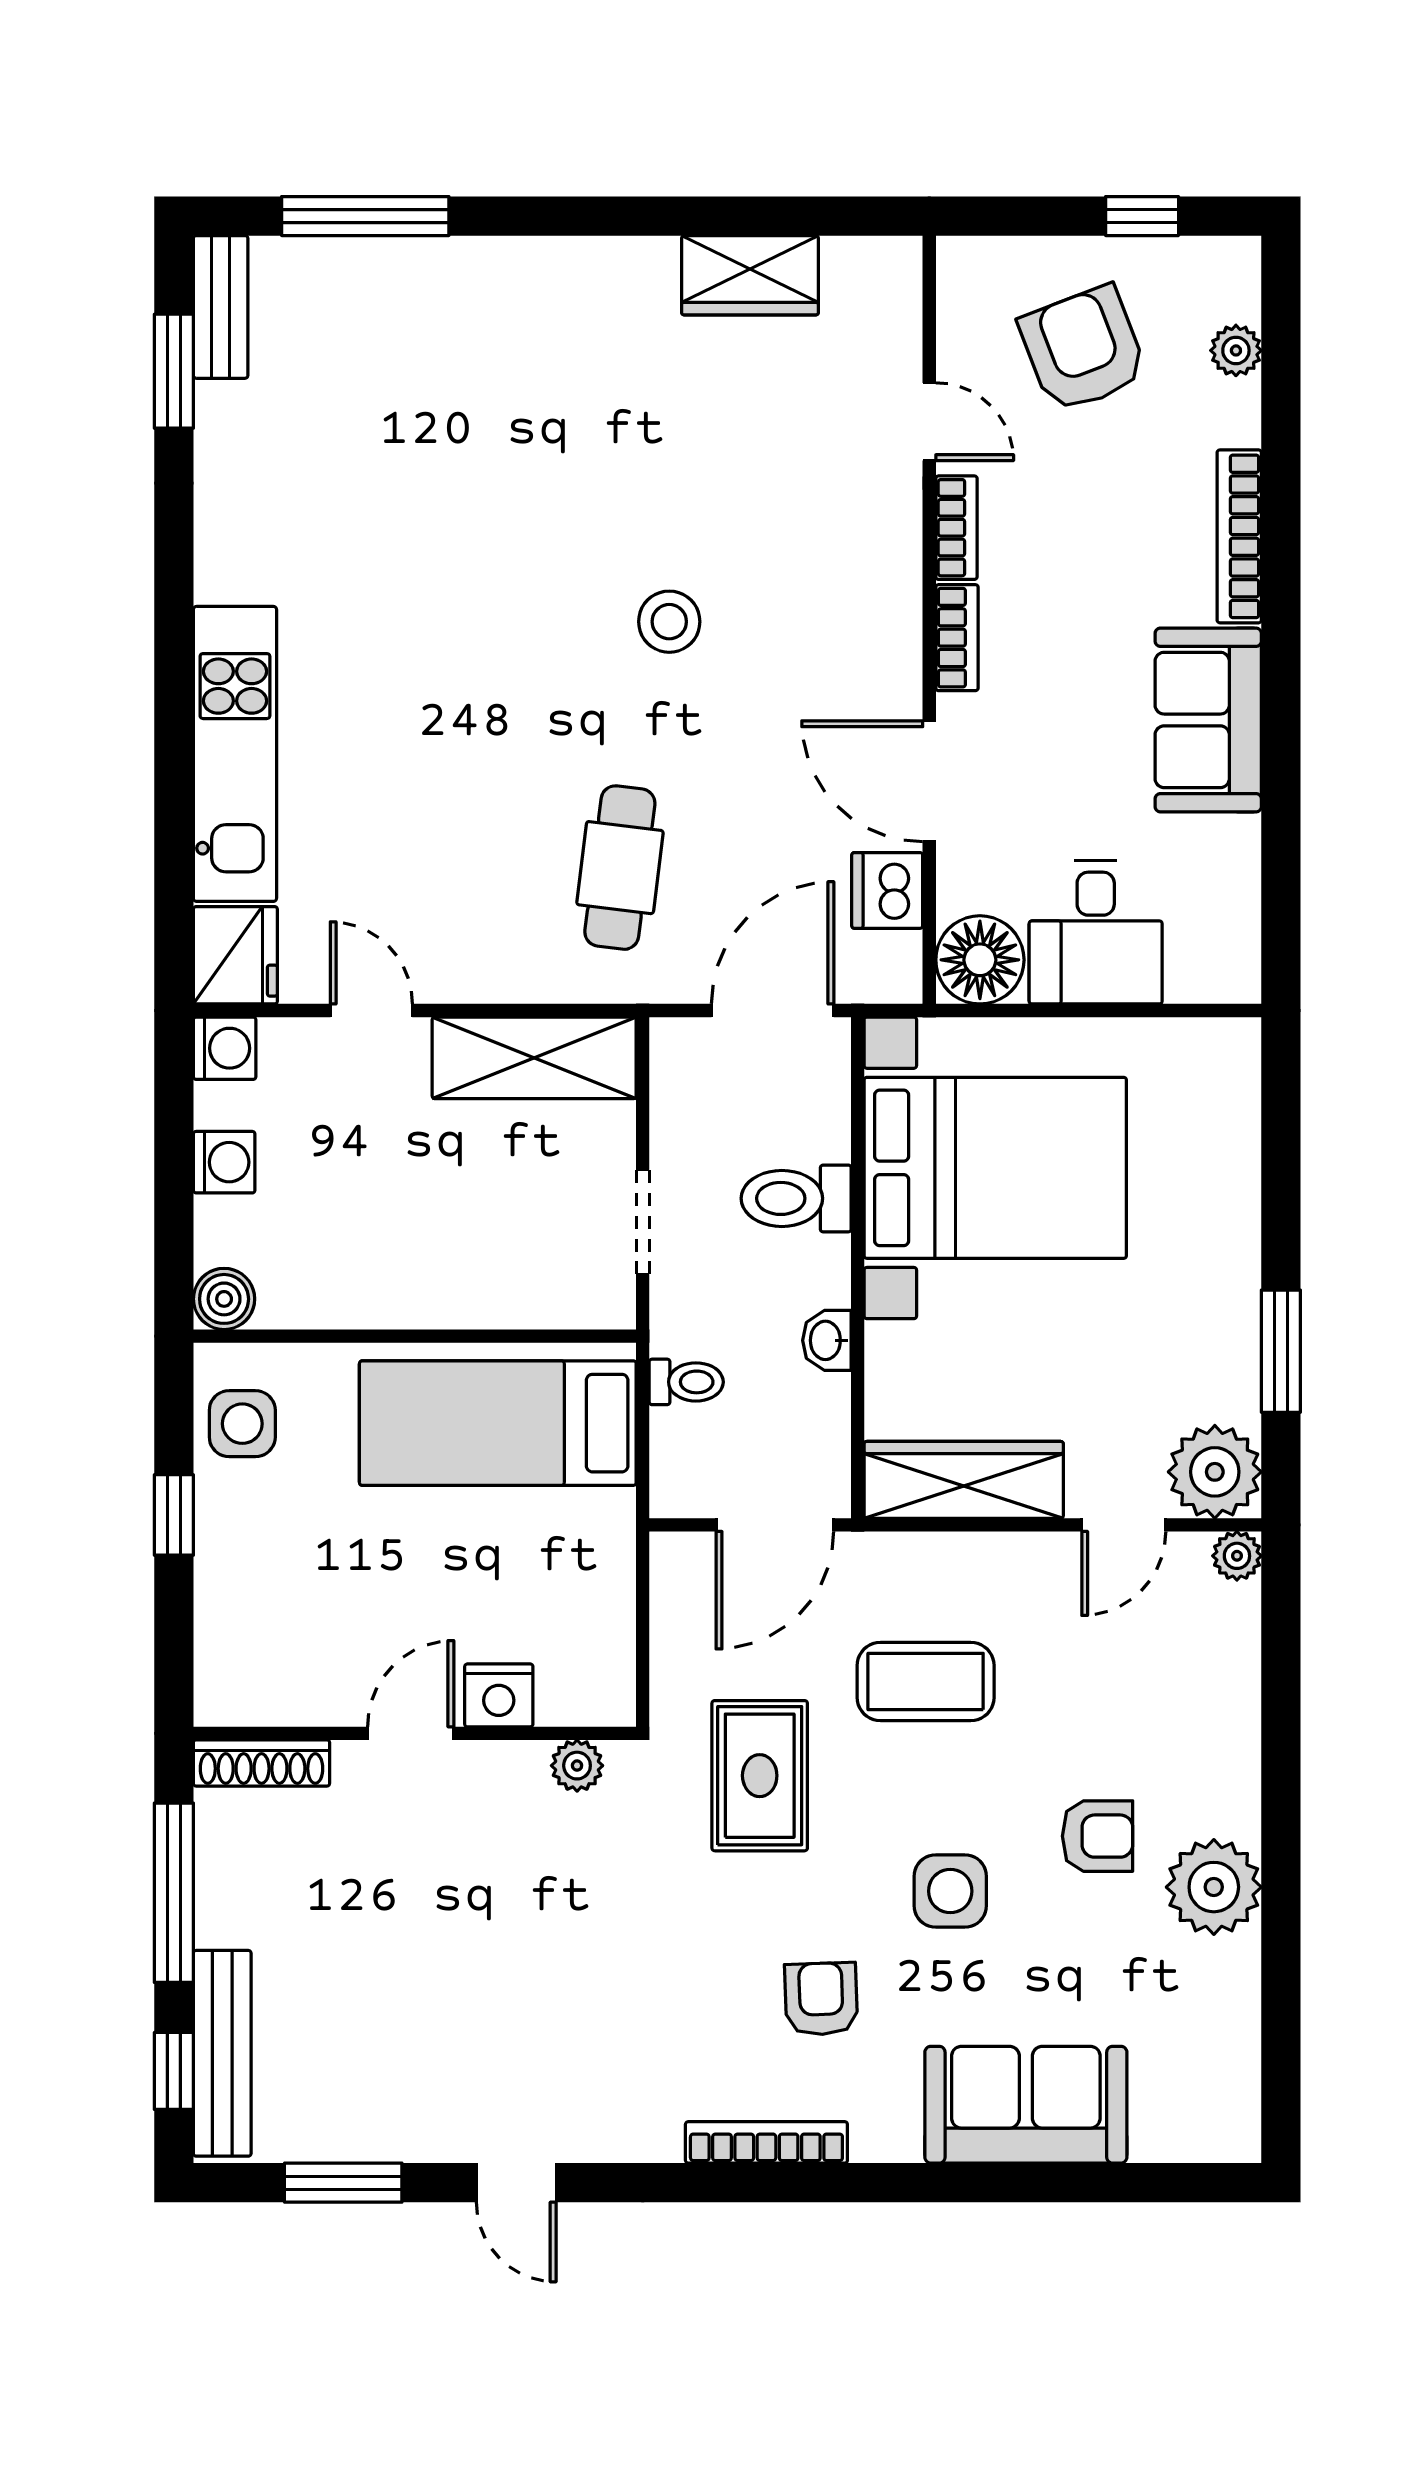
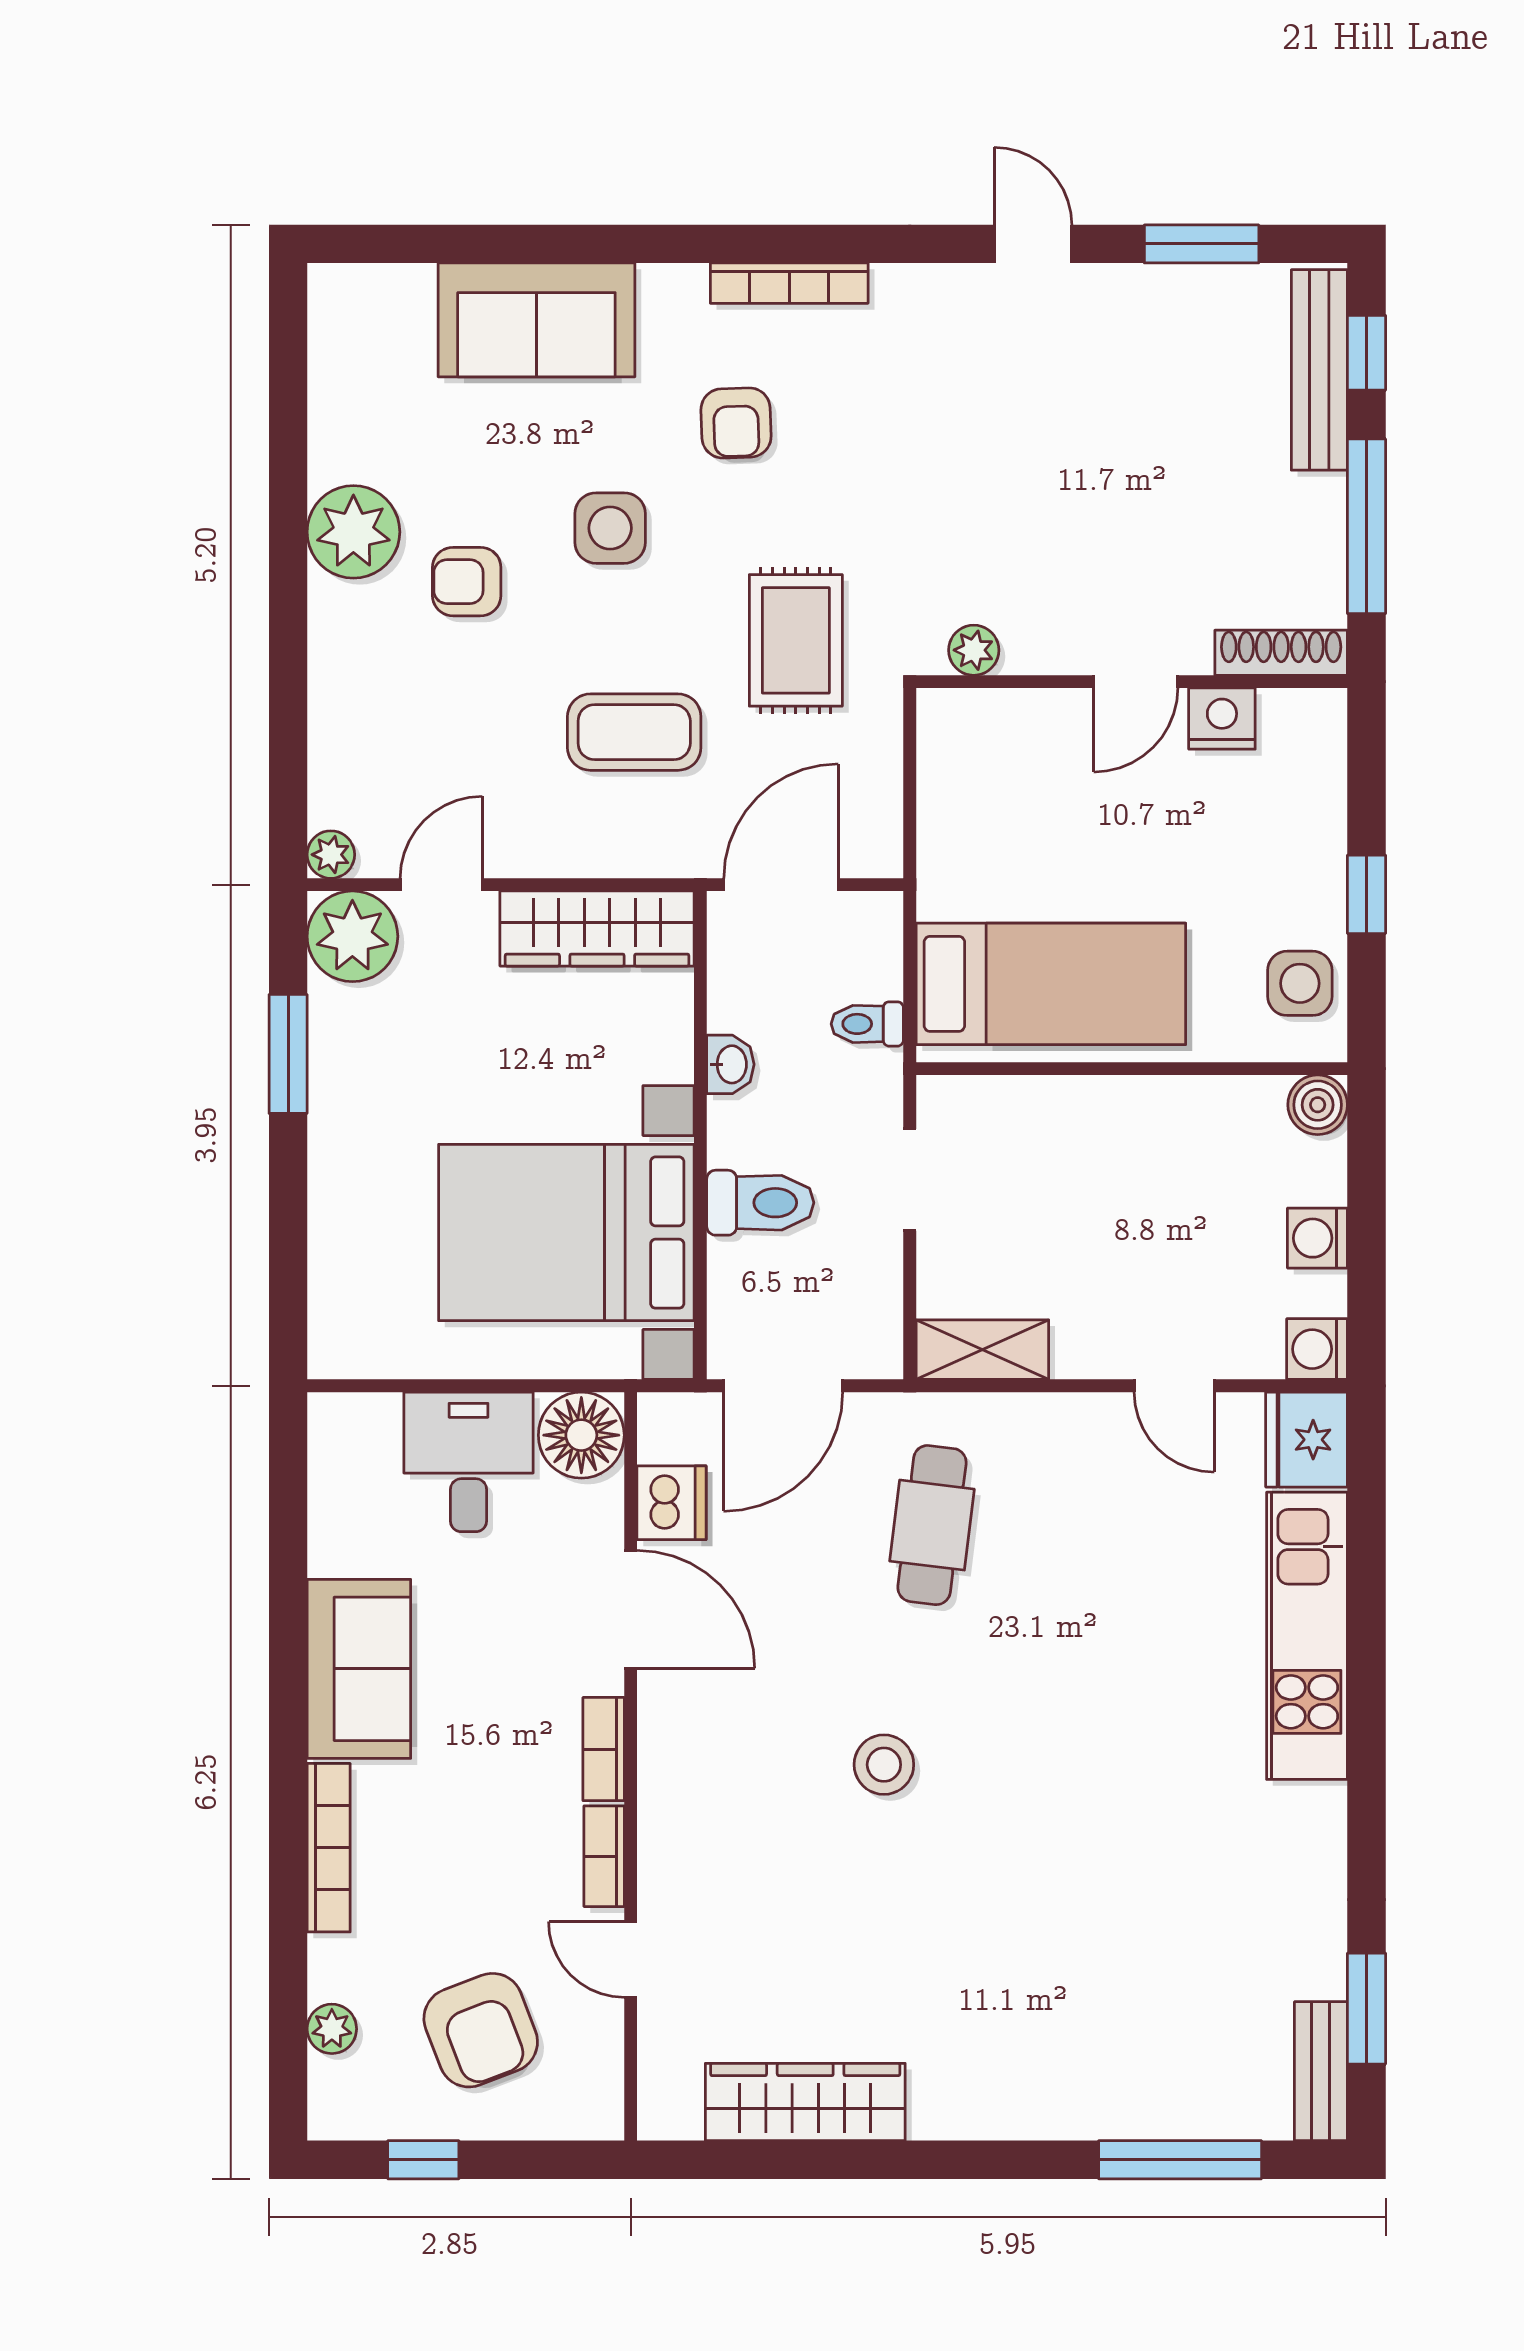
wardrobe: (750, 275) -> (805, 2102), width x1.50
shelving: (534, 1058) -> (982, 1350), width x0.67, depth x0.75
nightstand: (499, 1695) -> (1222, 719), moved

